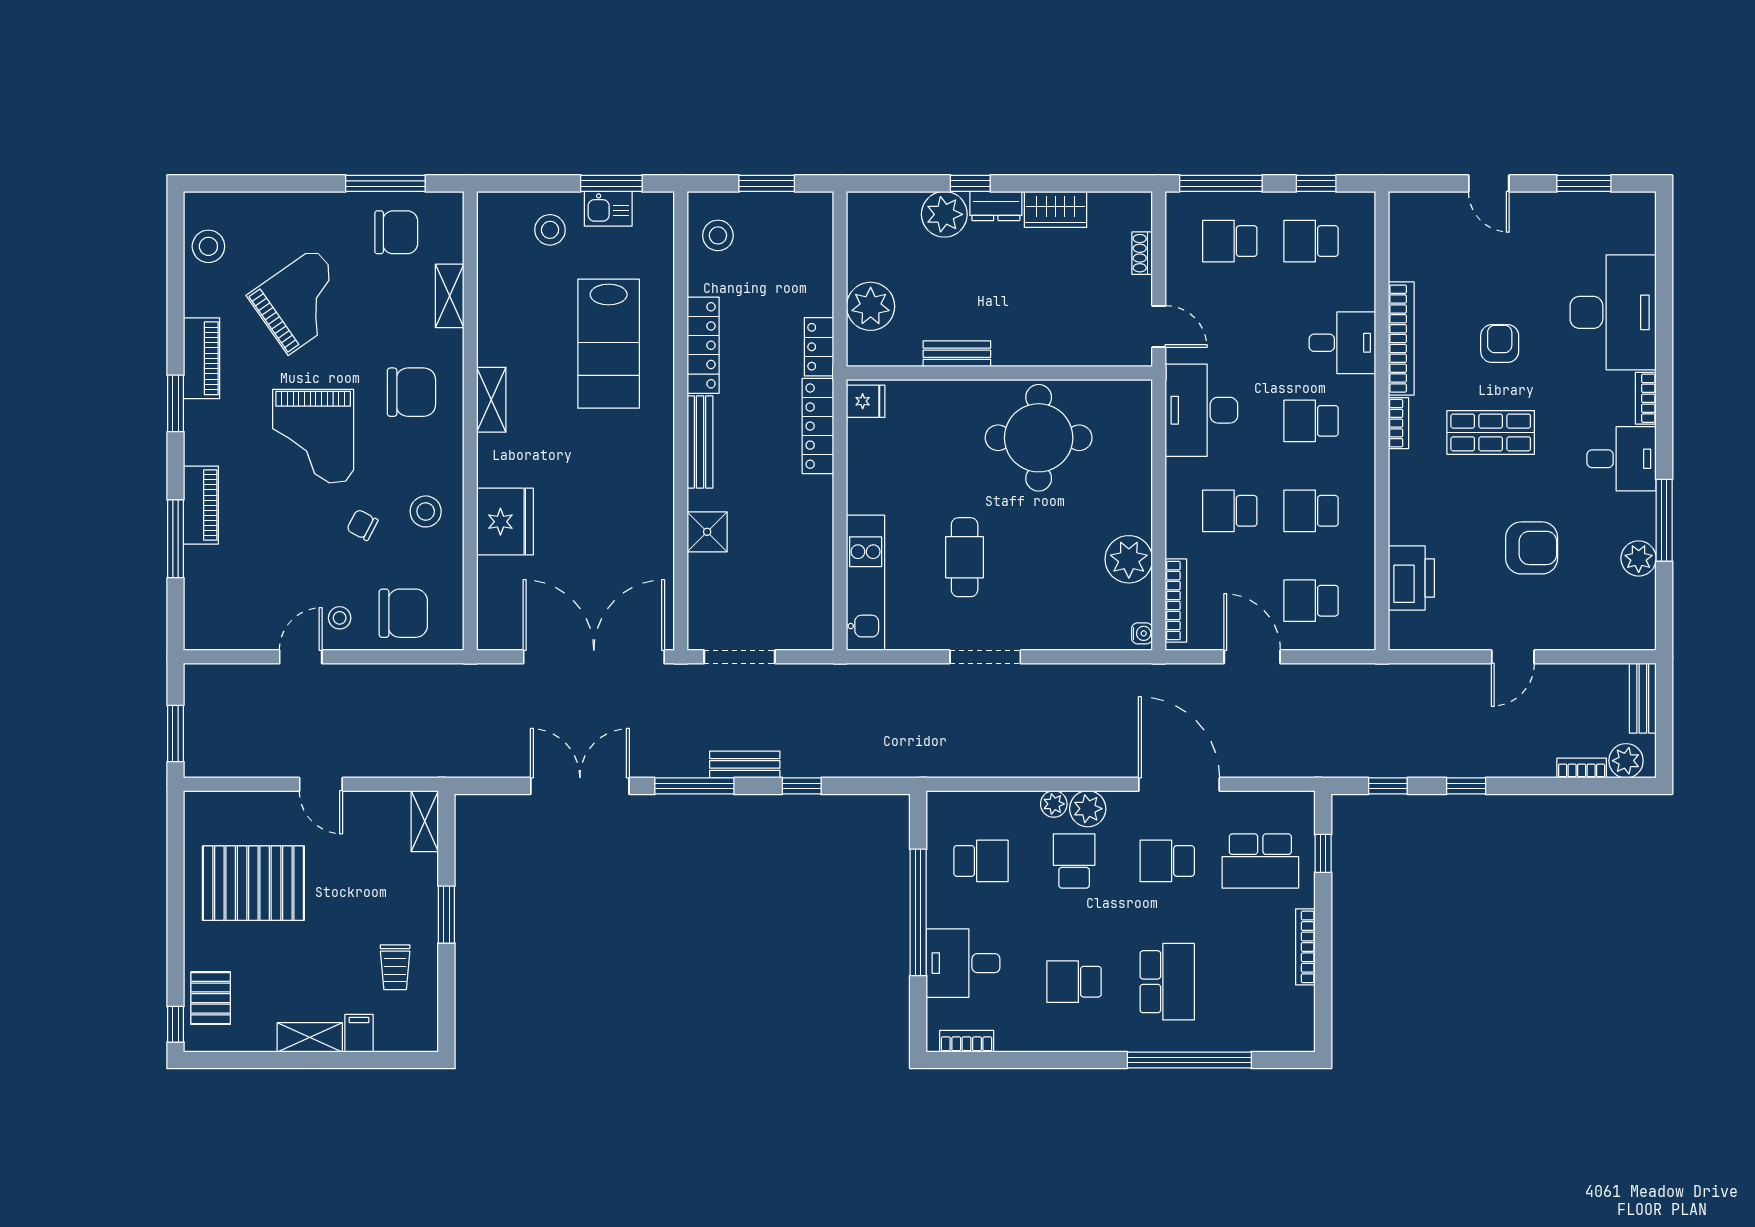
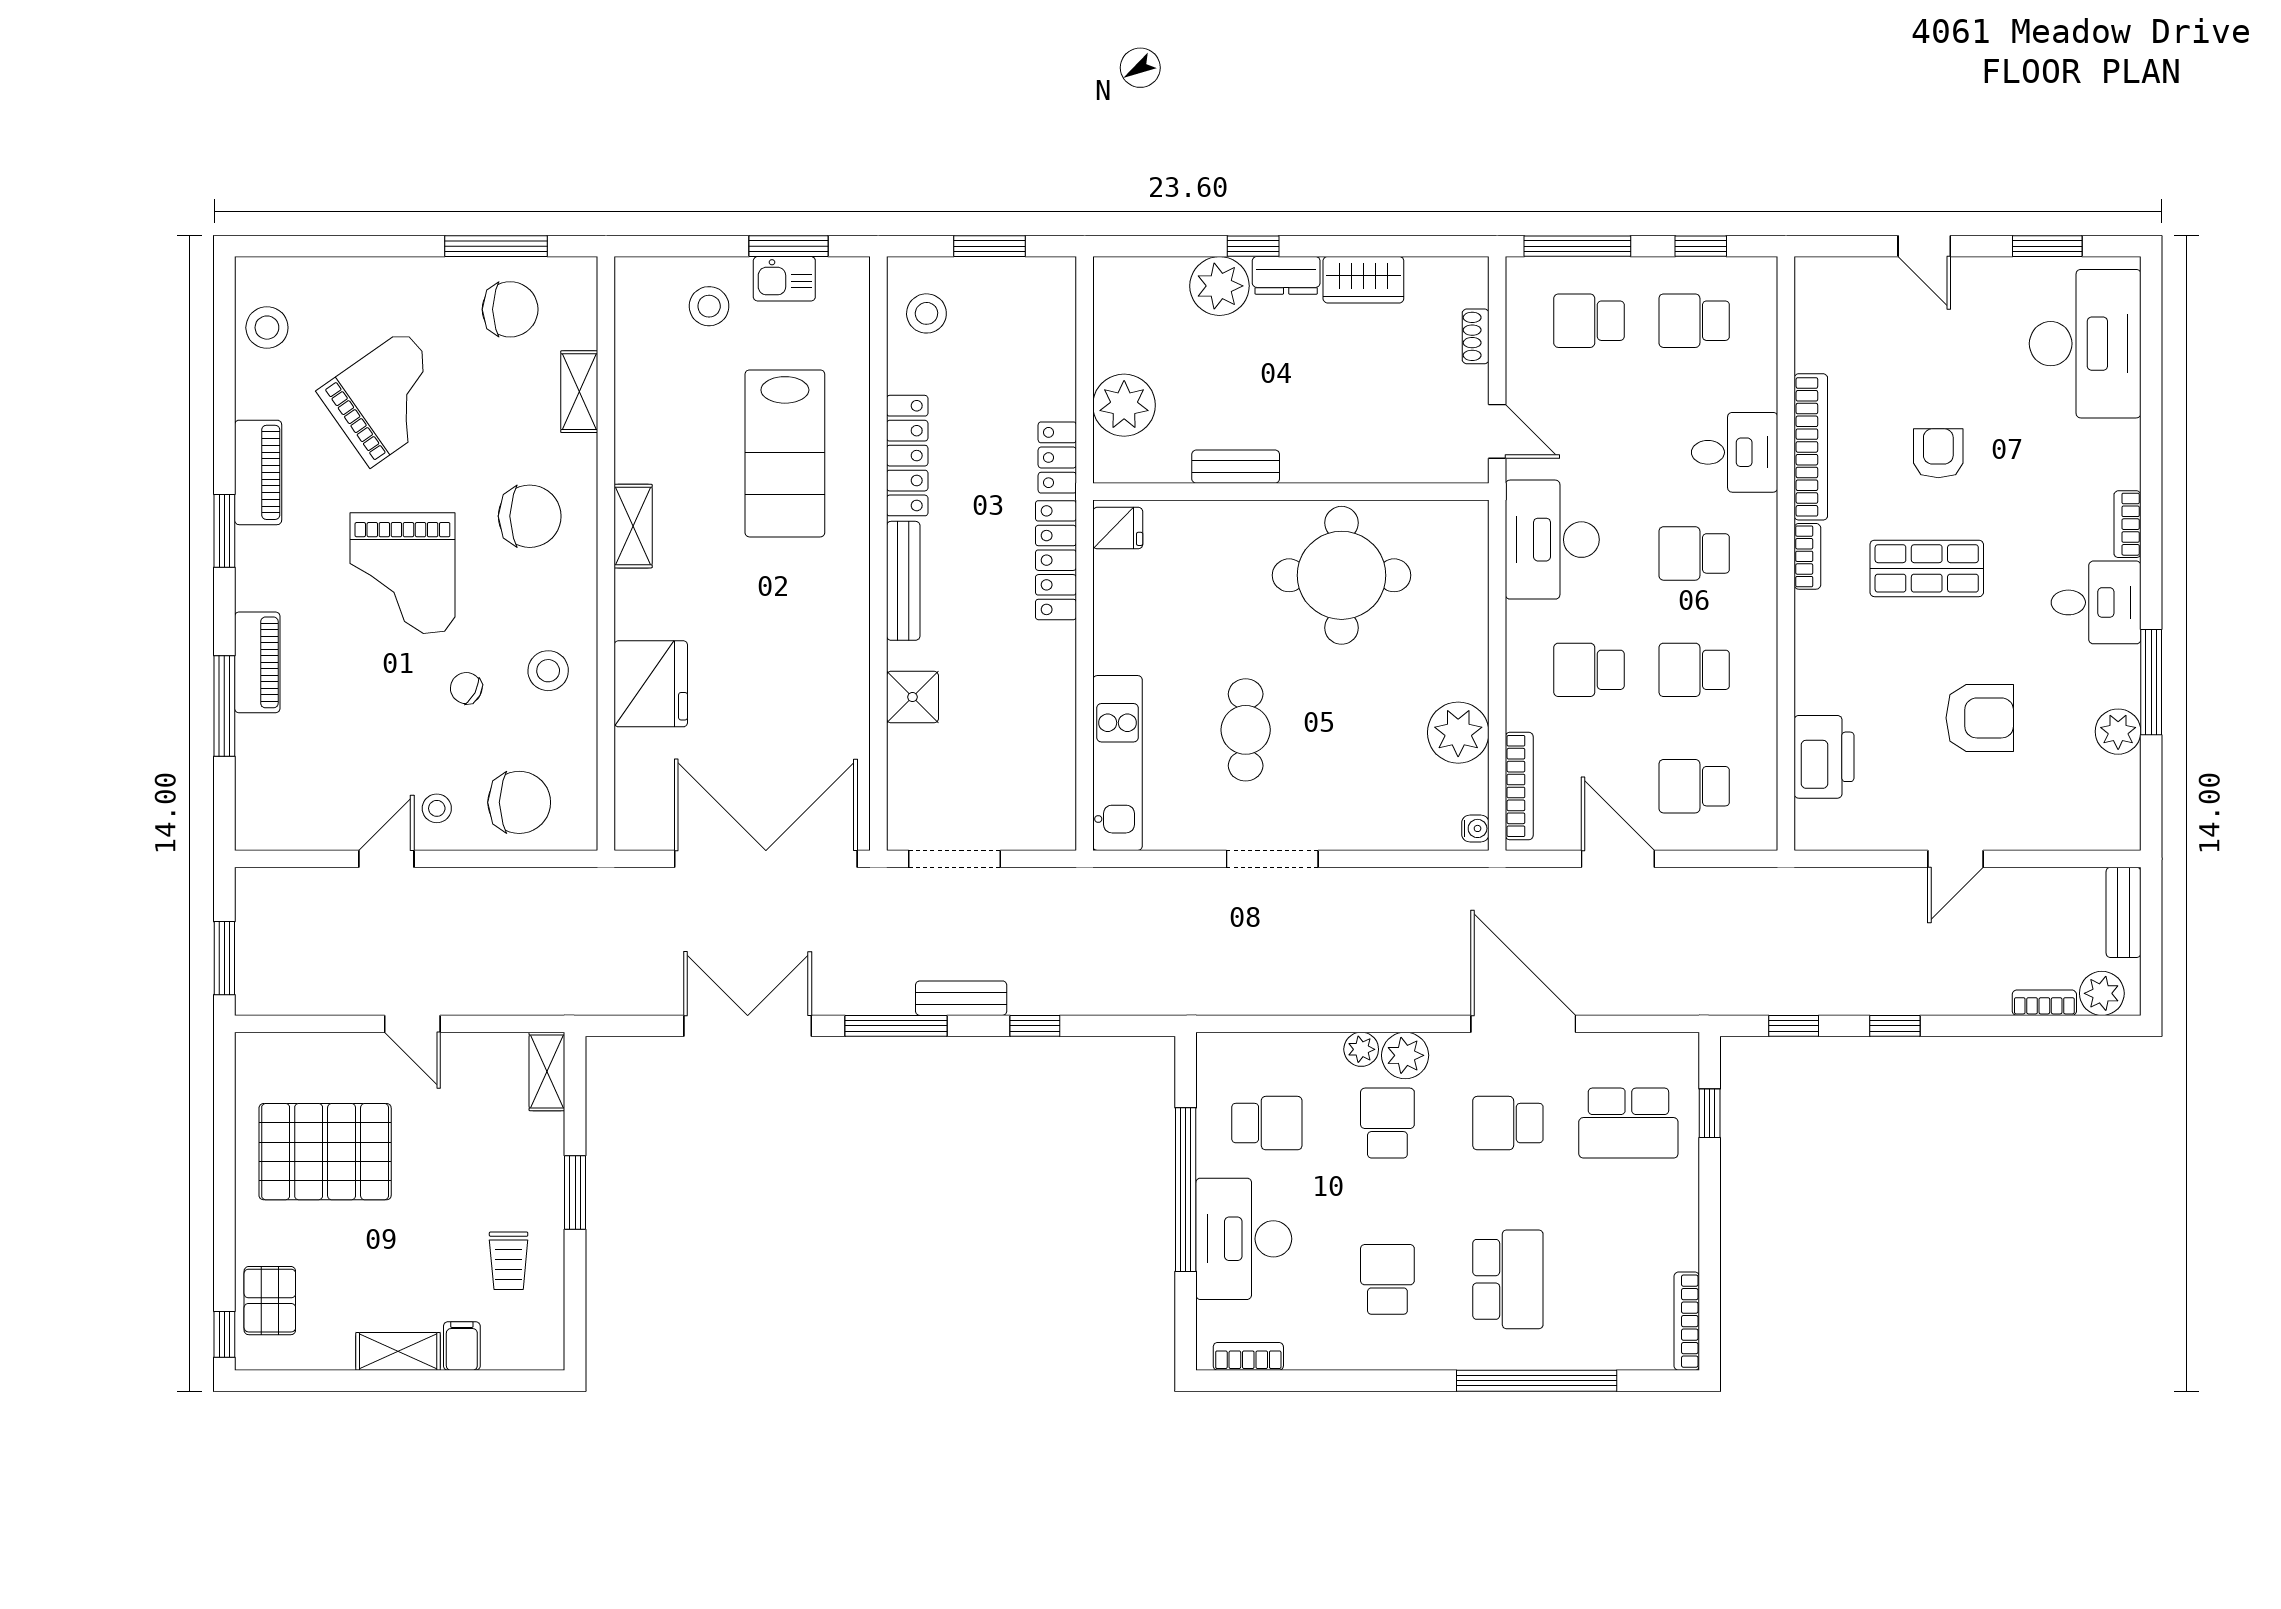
desk: (1613, 312) -> (2085, 344), moved
bookcase: (1305, 947) -> (1687, 1321), moved
desk: (963, 963) -> (1244, 1239), width x1.37
school desk: (1074, 982) -> (1387, 1279), turned 90

